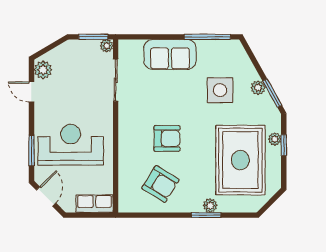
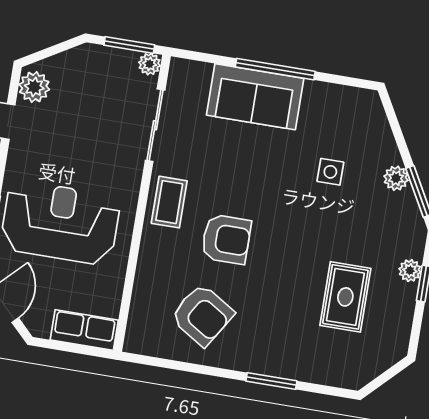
window: (207, 37) -> (275, 69), moved
side table: (220, 90) -> (330, 172), width x0.54, depth x0.54
coffee table: (131, 123) -> (169, 202), added
rug: (240, 160) -> (345, 297), width x0.54, depth x0.49
plant: (210, 206) -> (281, 366), removed

